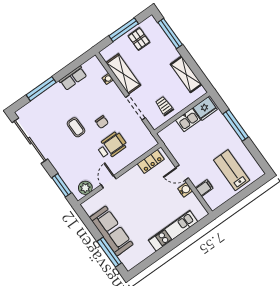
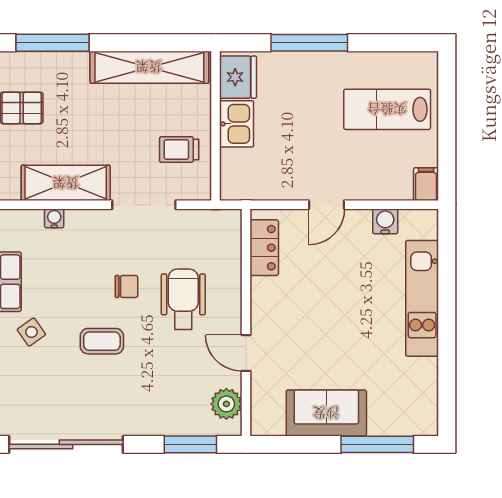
shelving: (186, 74) -> (149, 67), width x1.47
side table: (61, 100) -> (31, 332), added
filing cabinet: (204, 188) -> (426, 184), moved
water cooler: (185, 190) -> (385, 221), moved
sofa: (111, 231) -> (326, 413), width x0.73

